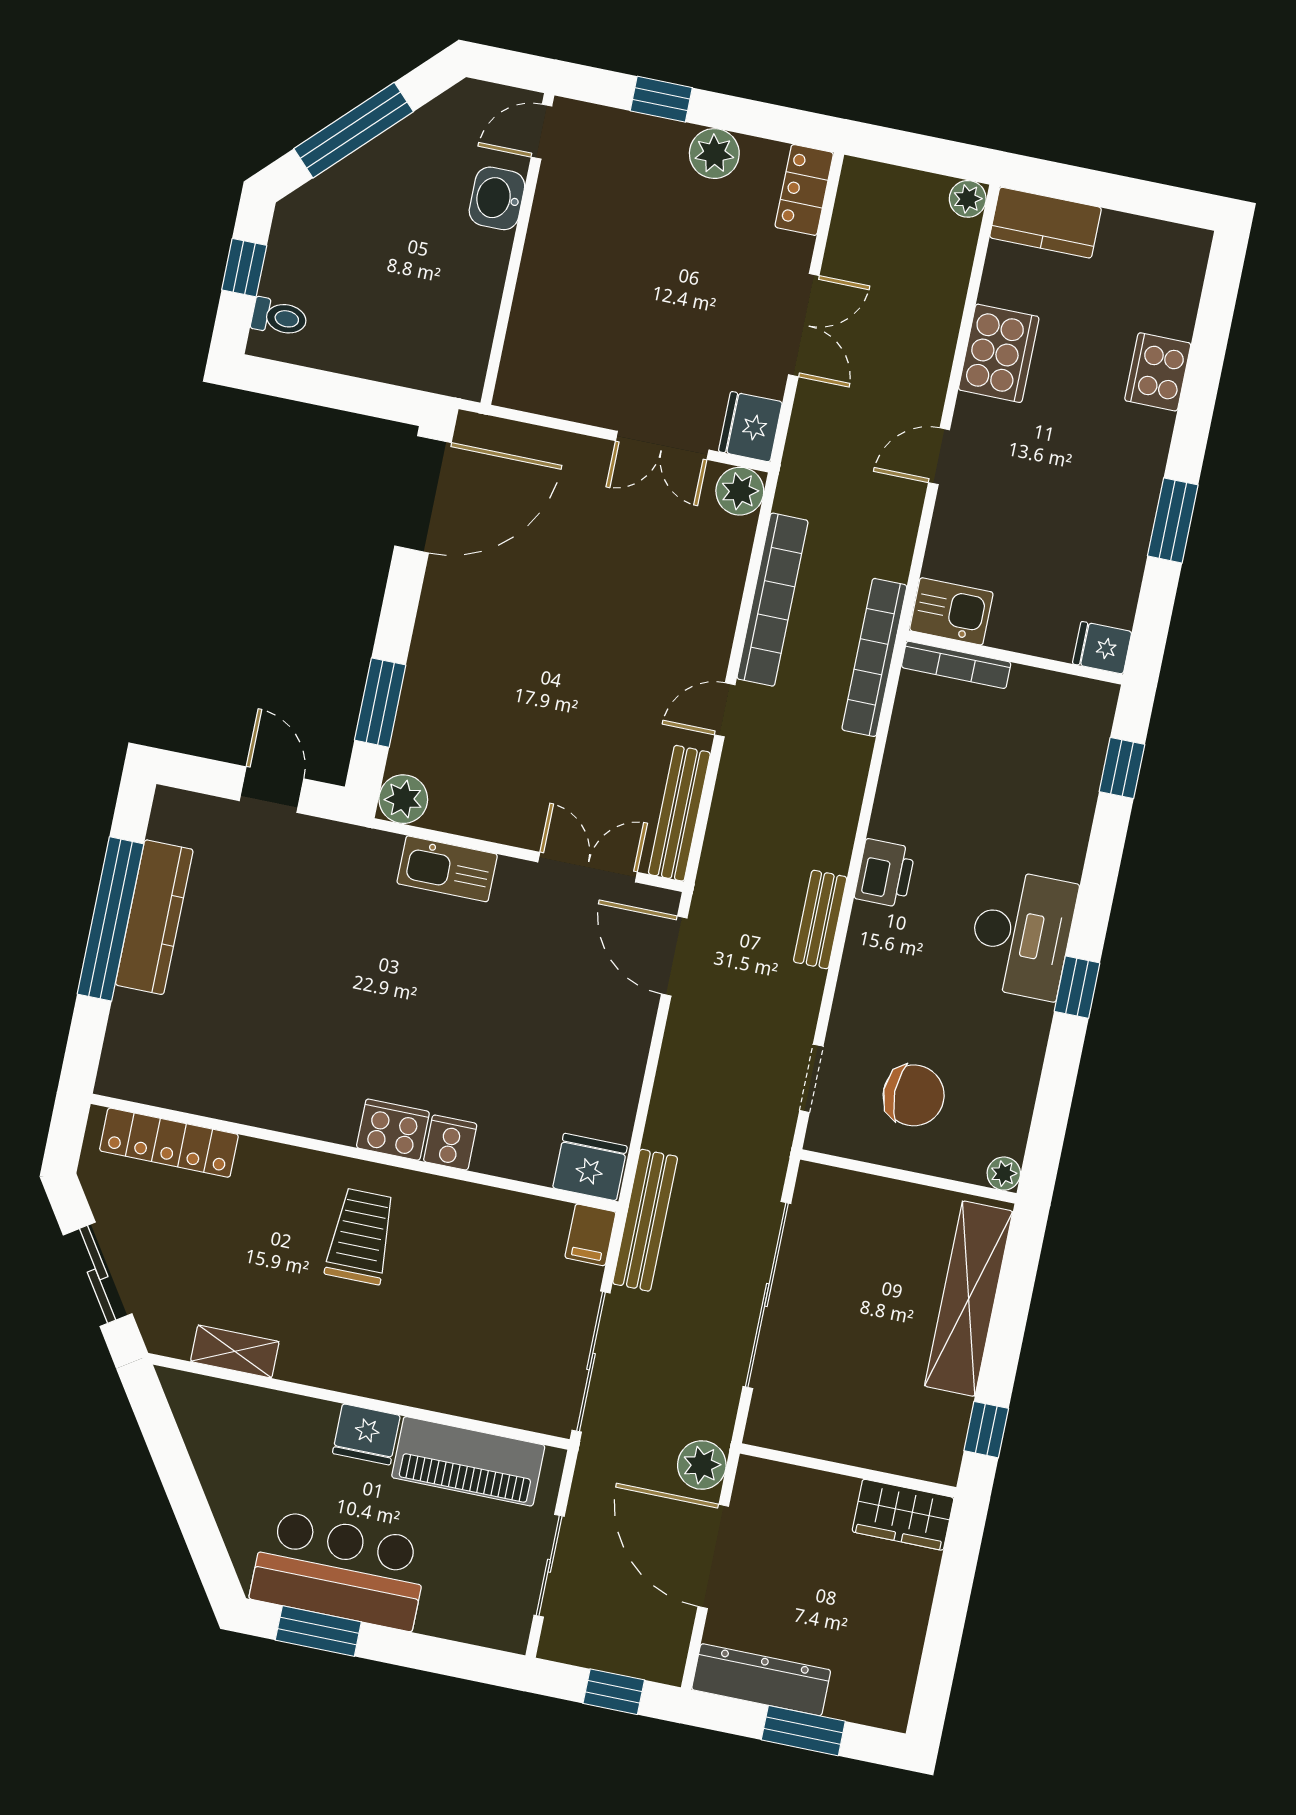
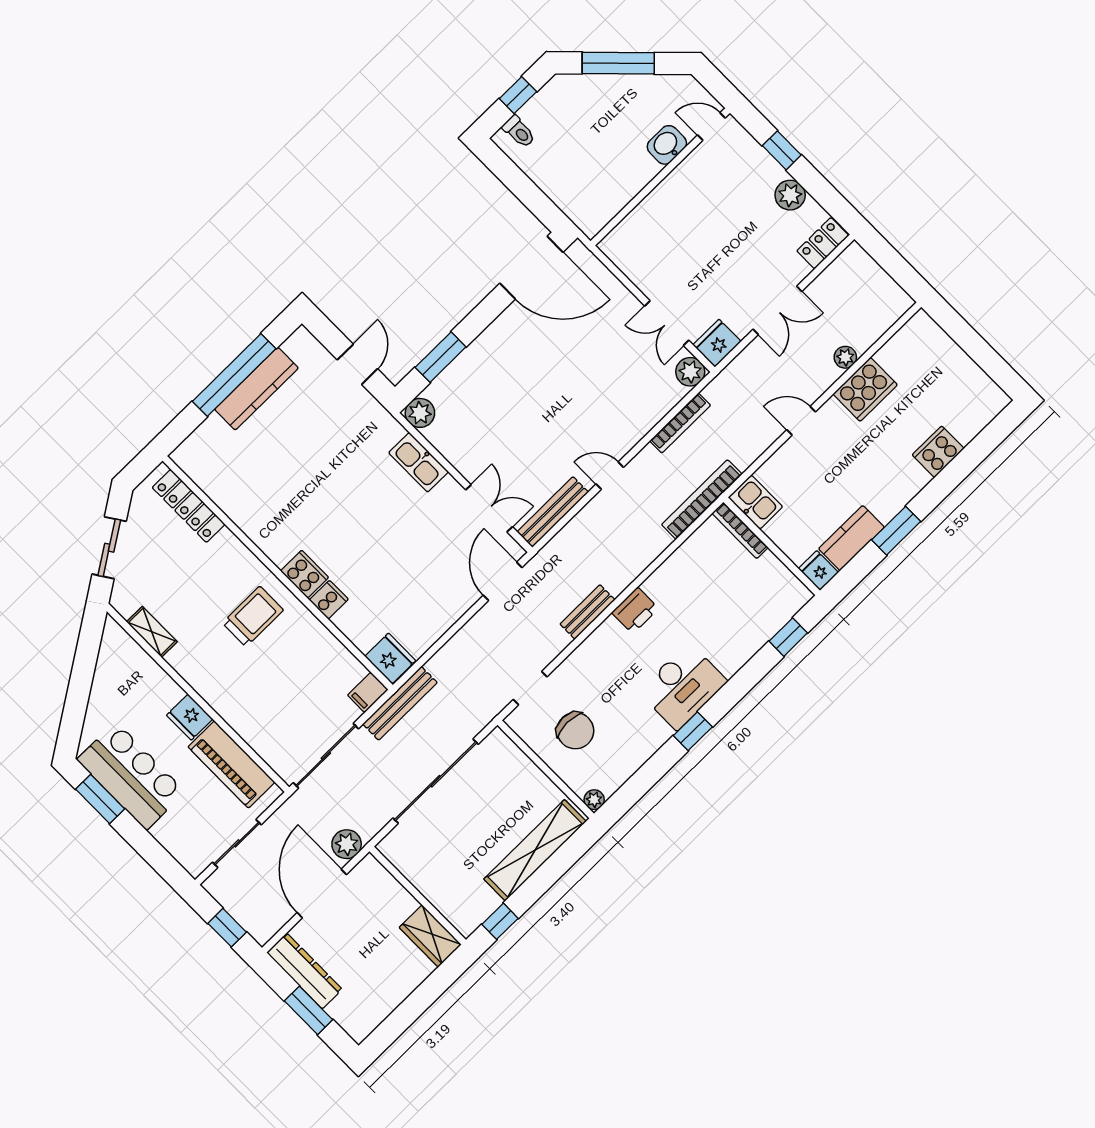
plant: (968, 199) -> (845, 357), moved
kitchen counter: (1046, 223) -> (851, 538), moved, turned 90
bookcase: (772, 600) -> (680, 423), width x0.68, depth x0.76

